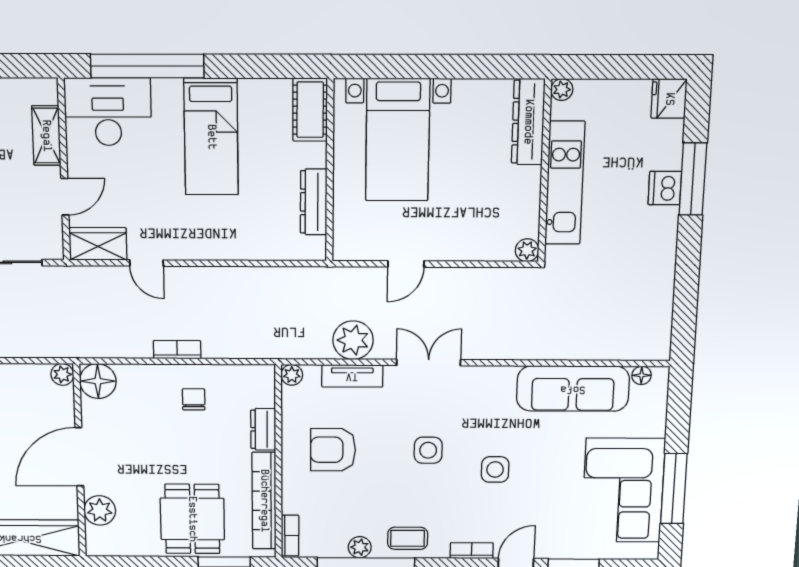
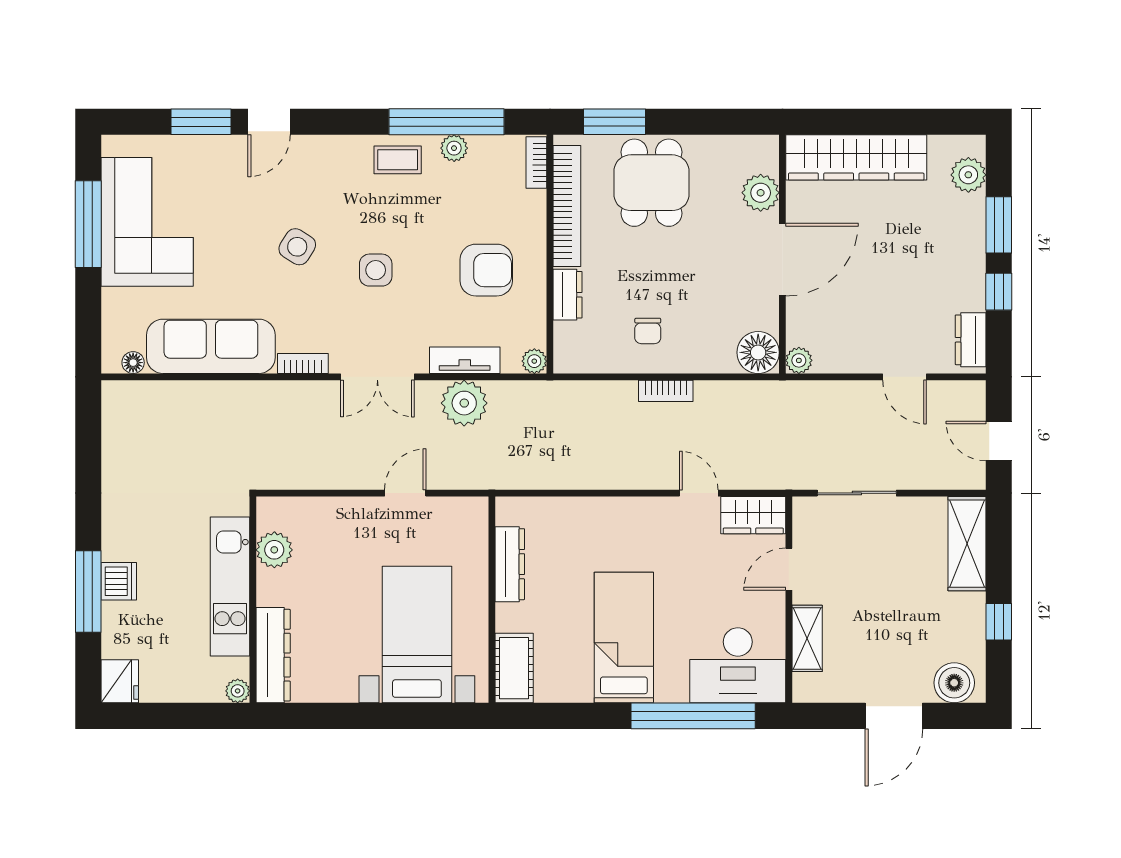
plant: (527, 250) -> (274, 550), moved, width x1.38, depth x1.38
side table: (495, 469) -> (297, 247), turned 32
bookcase: (472, 551) -> (303, 364), moved, turned 180

